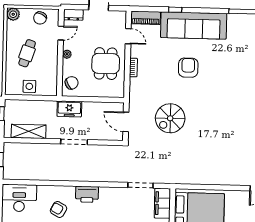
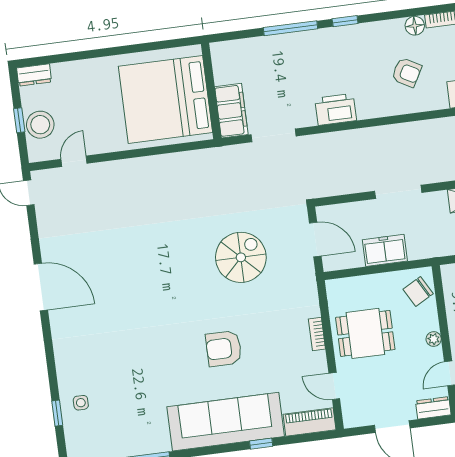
dining table: (106, 64) -> (365, 333), turned 90
armchair: (188, 68) -> (224, 348), turned 90
freezer: (69, 109) -> (385, 250), moved
printer: (87, 194) -> (336, 109), moved

